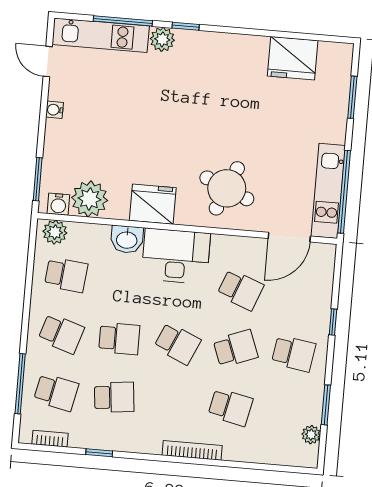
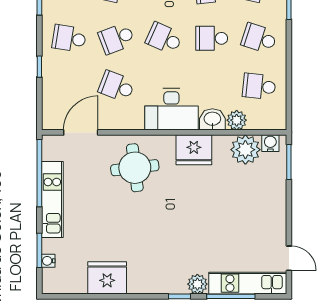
fridge: (293, 58) -> (107, 278), moved
water cooler: (55, 110) -> (48, 261), moved, turned 180
round table: (227, 188) -> (135, 168), turned -30
kitchen unit: (328, 191) -> (52, 200), moved
plant: (55, 232) -> (237, 120), moved

